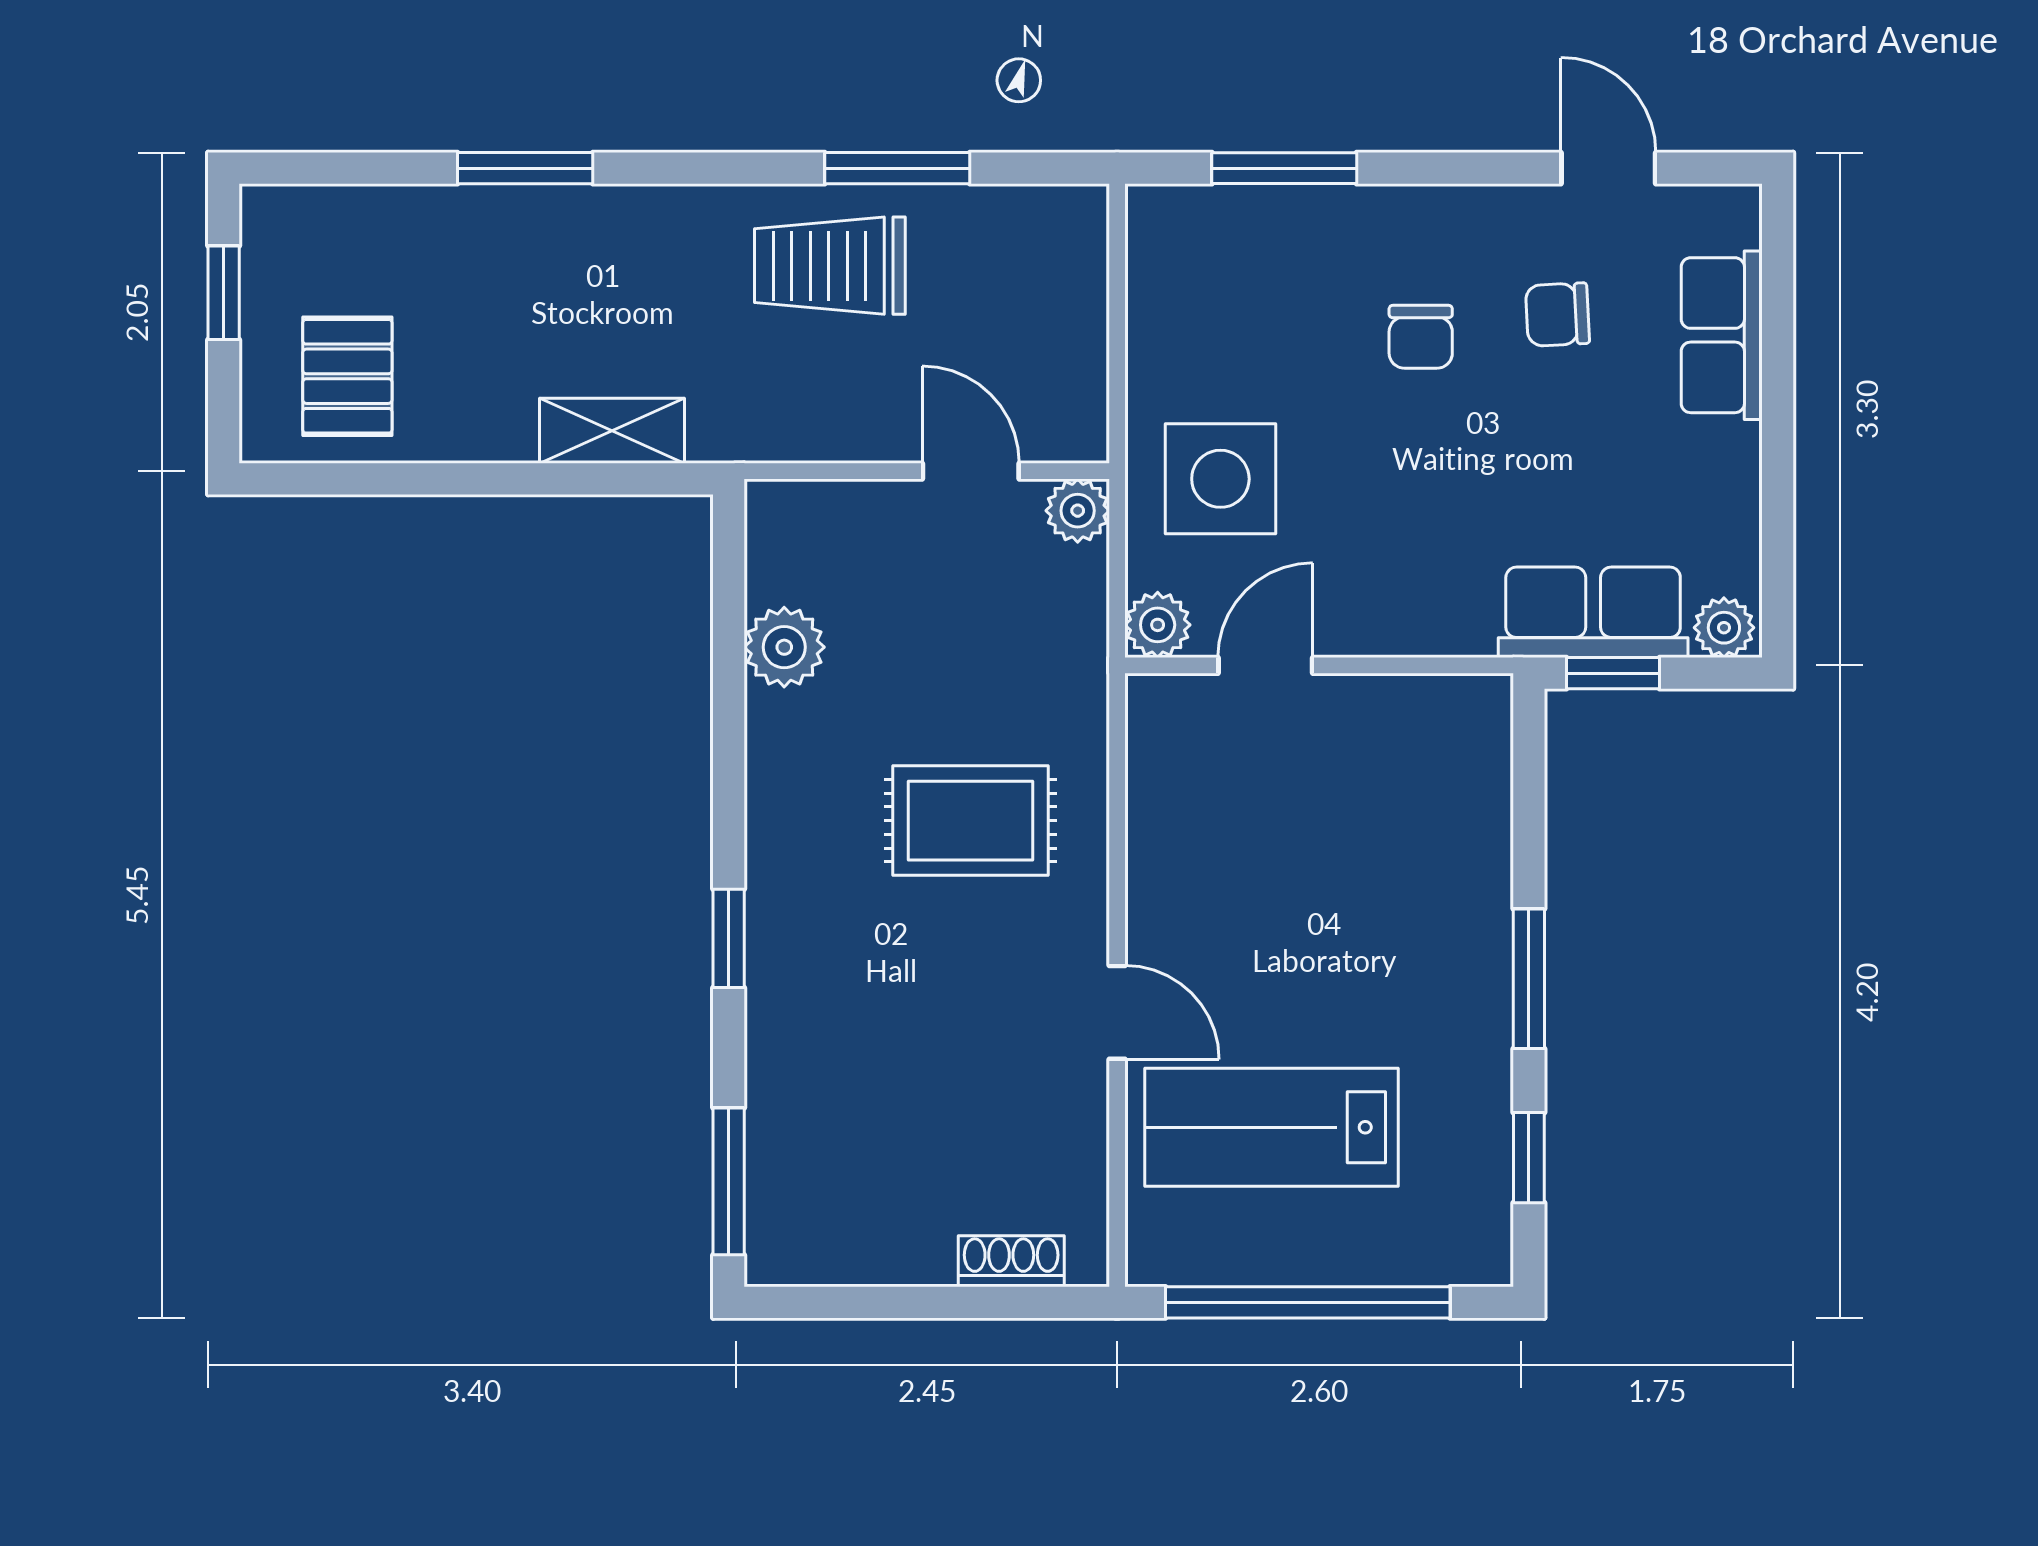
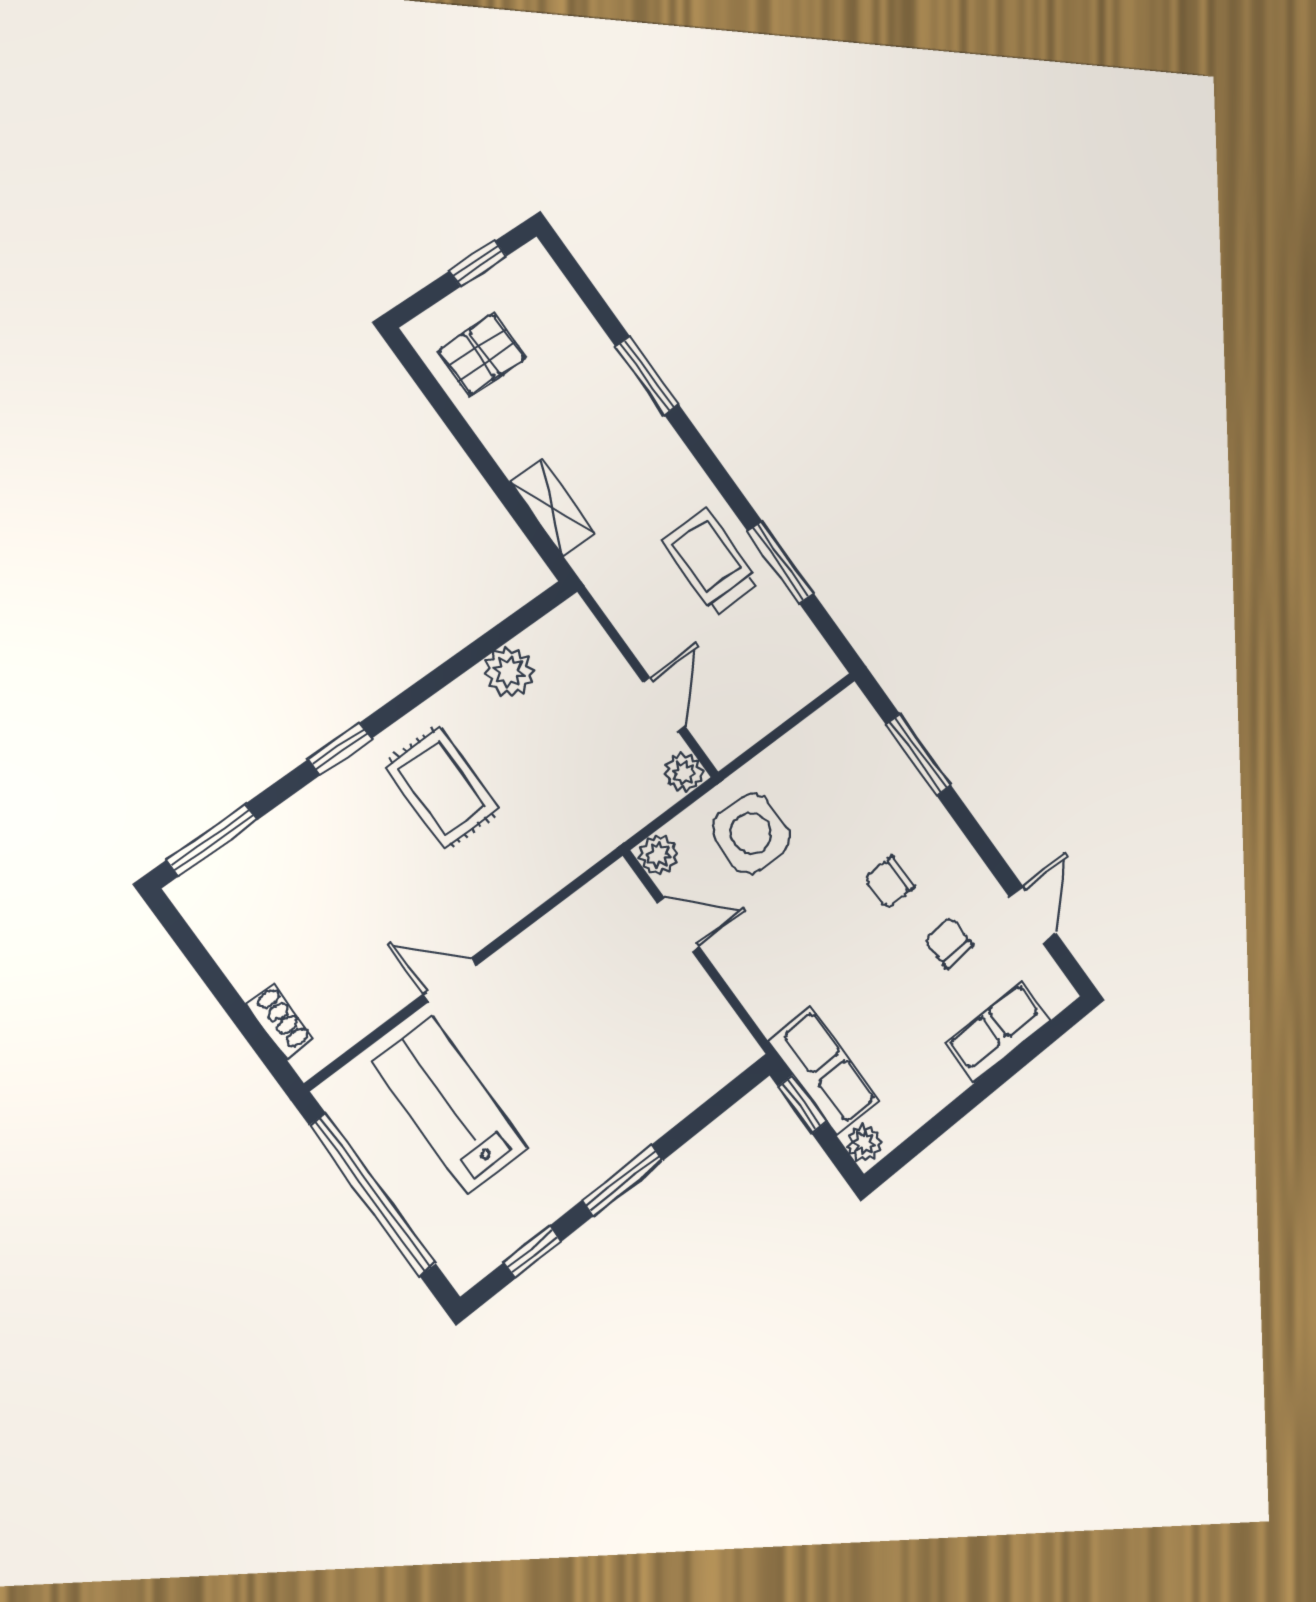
rug: (971, 821) -> (442, 788), moved
door: (1117, 1012) -> (450, 980), swing flipped

